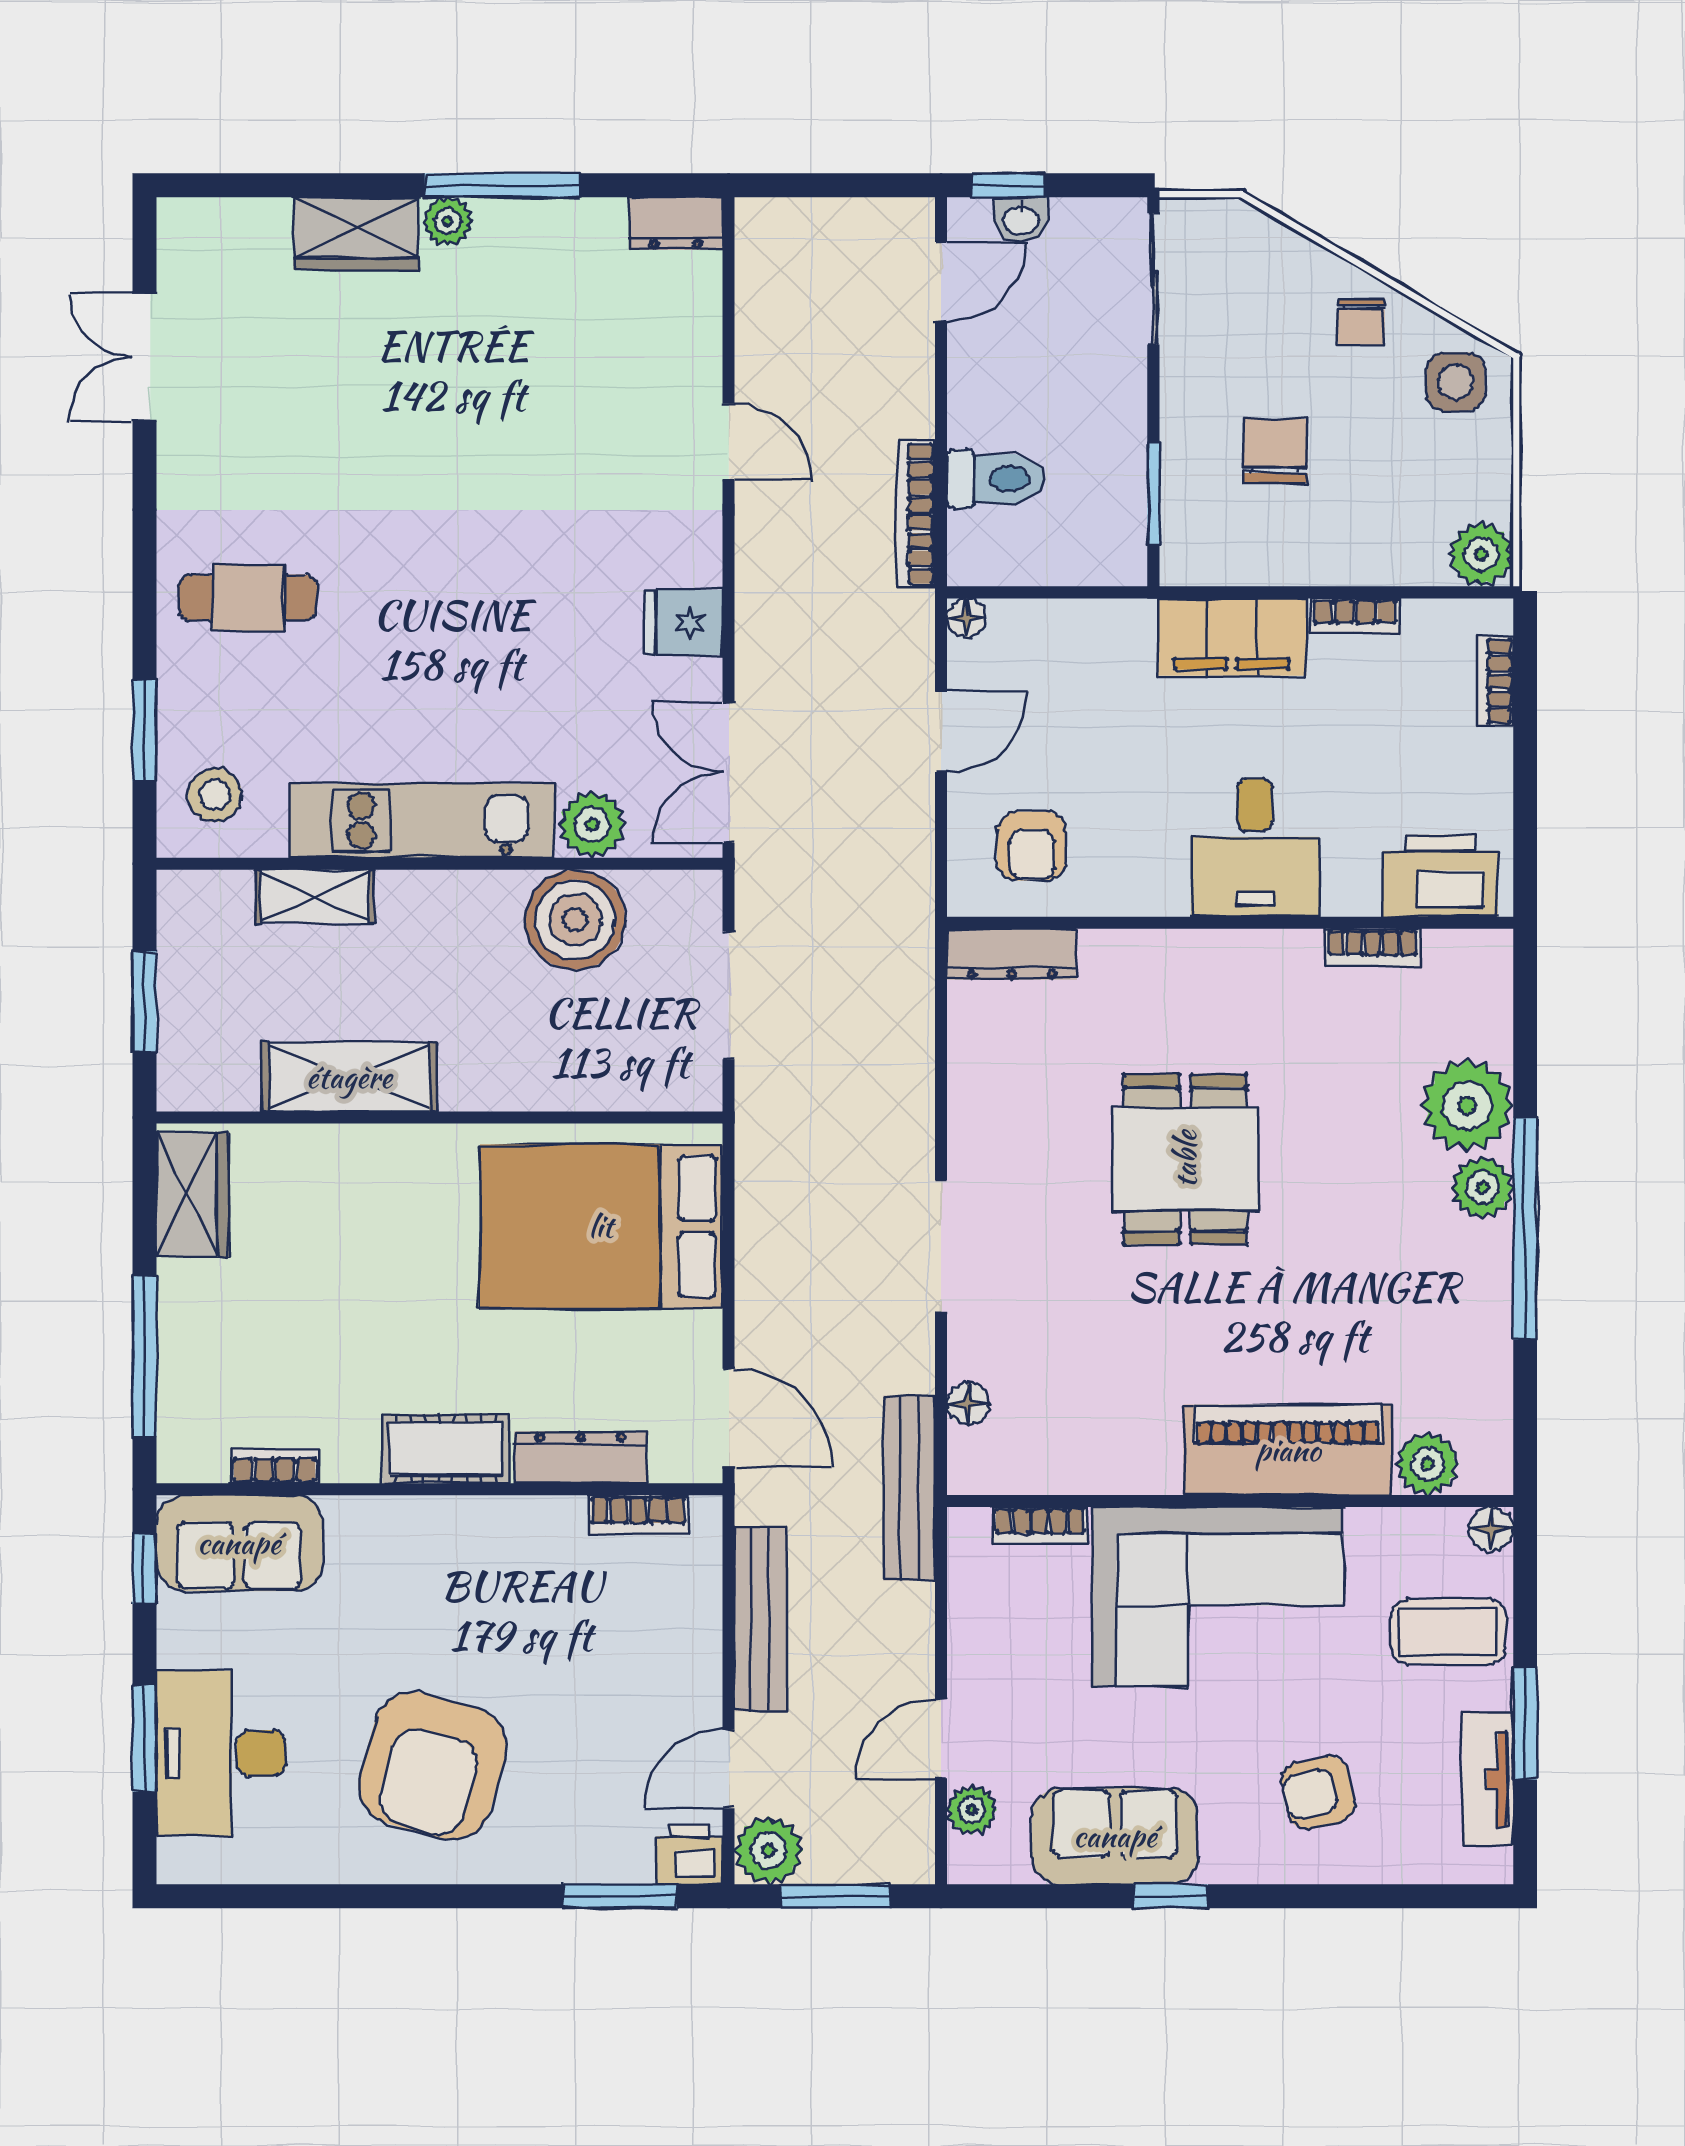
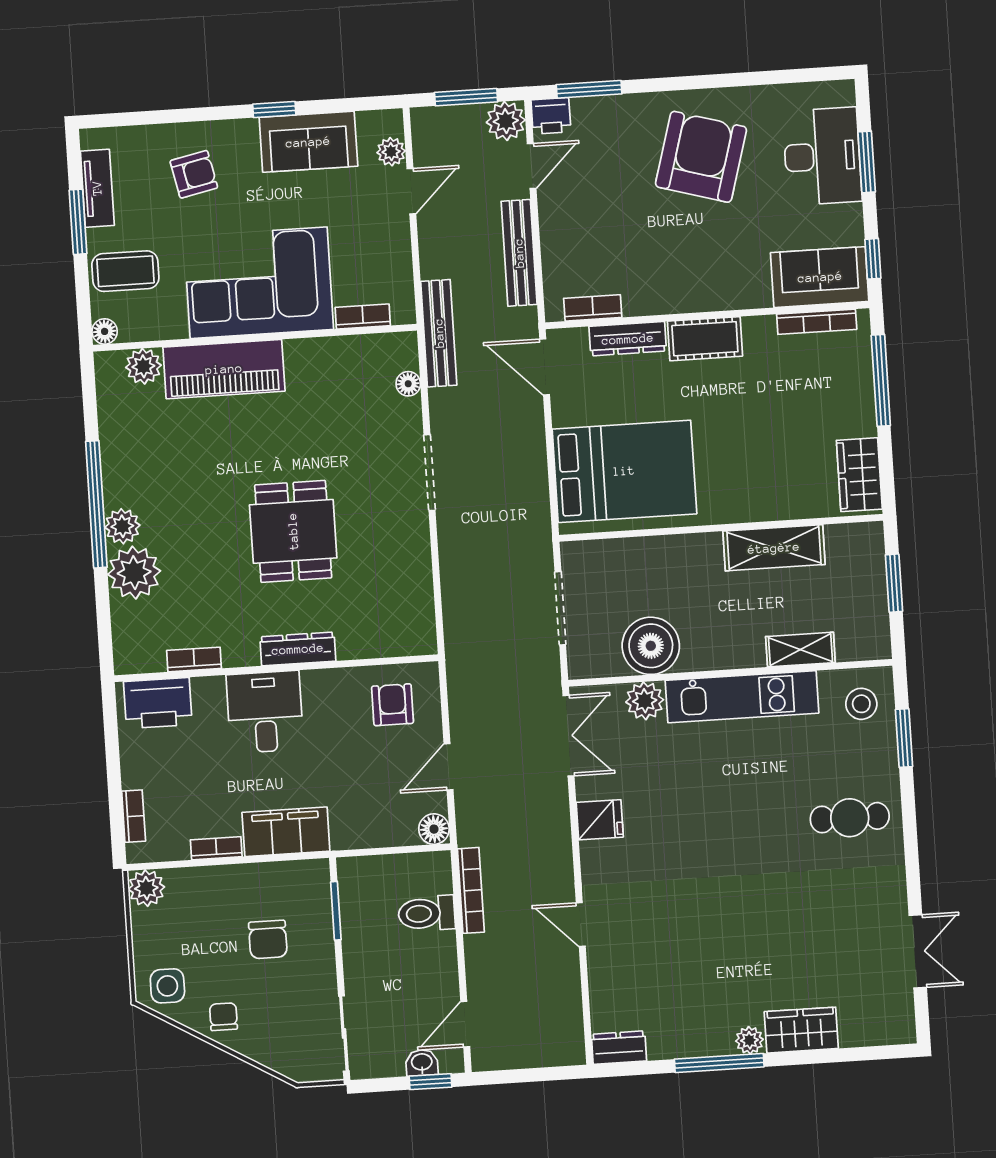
floor lamp: (966, 618) -> (434, 829), width x1.37, depth x1.37
dresser: (1012, 954) -> (298, 649), moved
bookcase: (274, 1466) -> (817, 322), width x1.56

